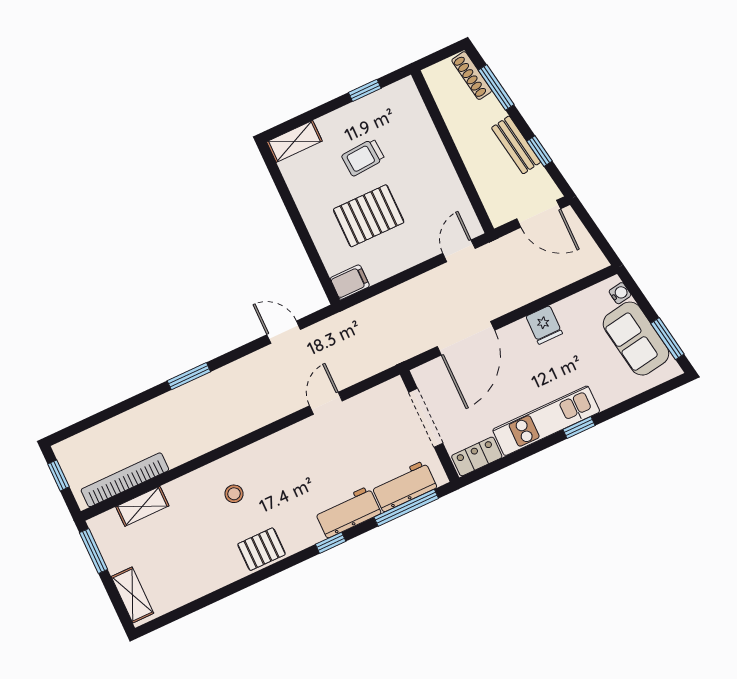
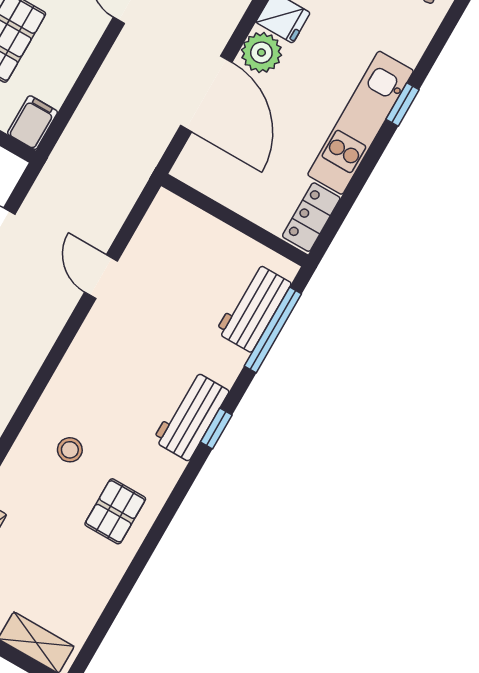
plant: (516, 337) -> (261, 53), added
doorway: (426, 418) -> (224, 214), removed
workbench: (348, 512) -> (191, 416), moved
pallet: (261, 549) -> (115, 511), moved

